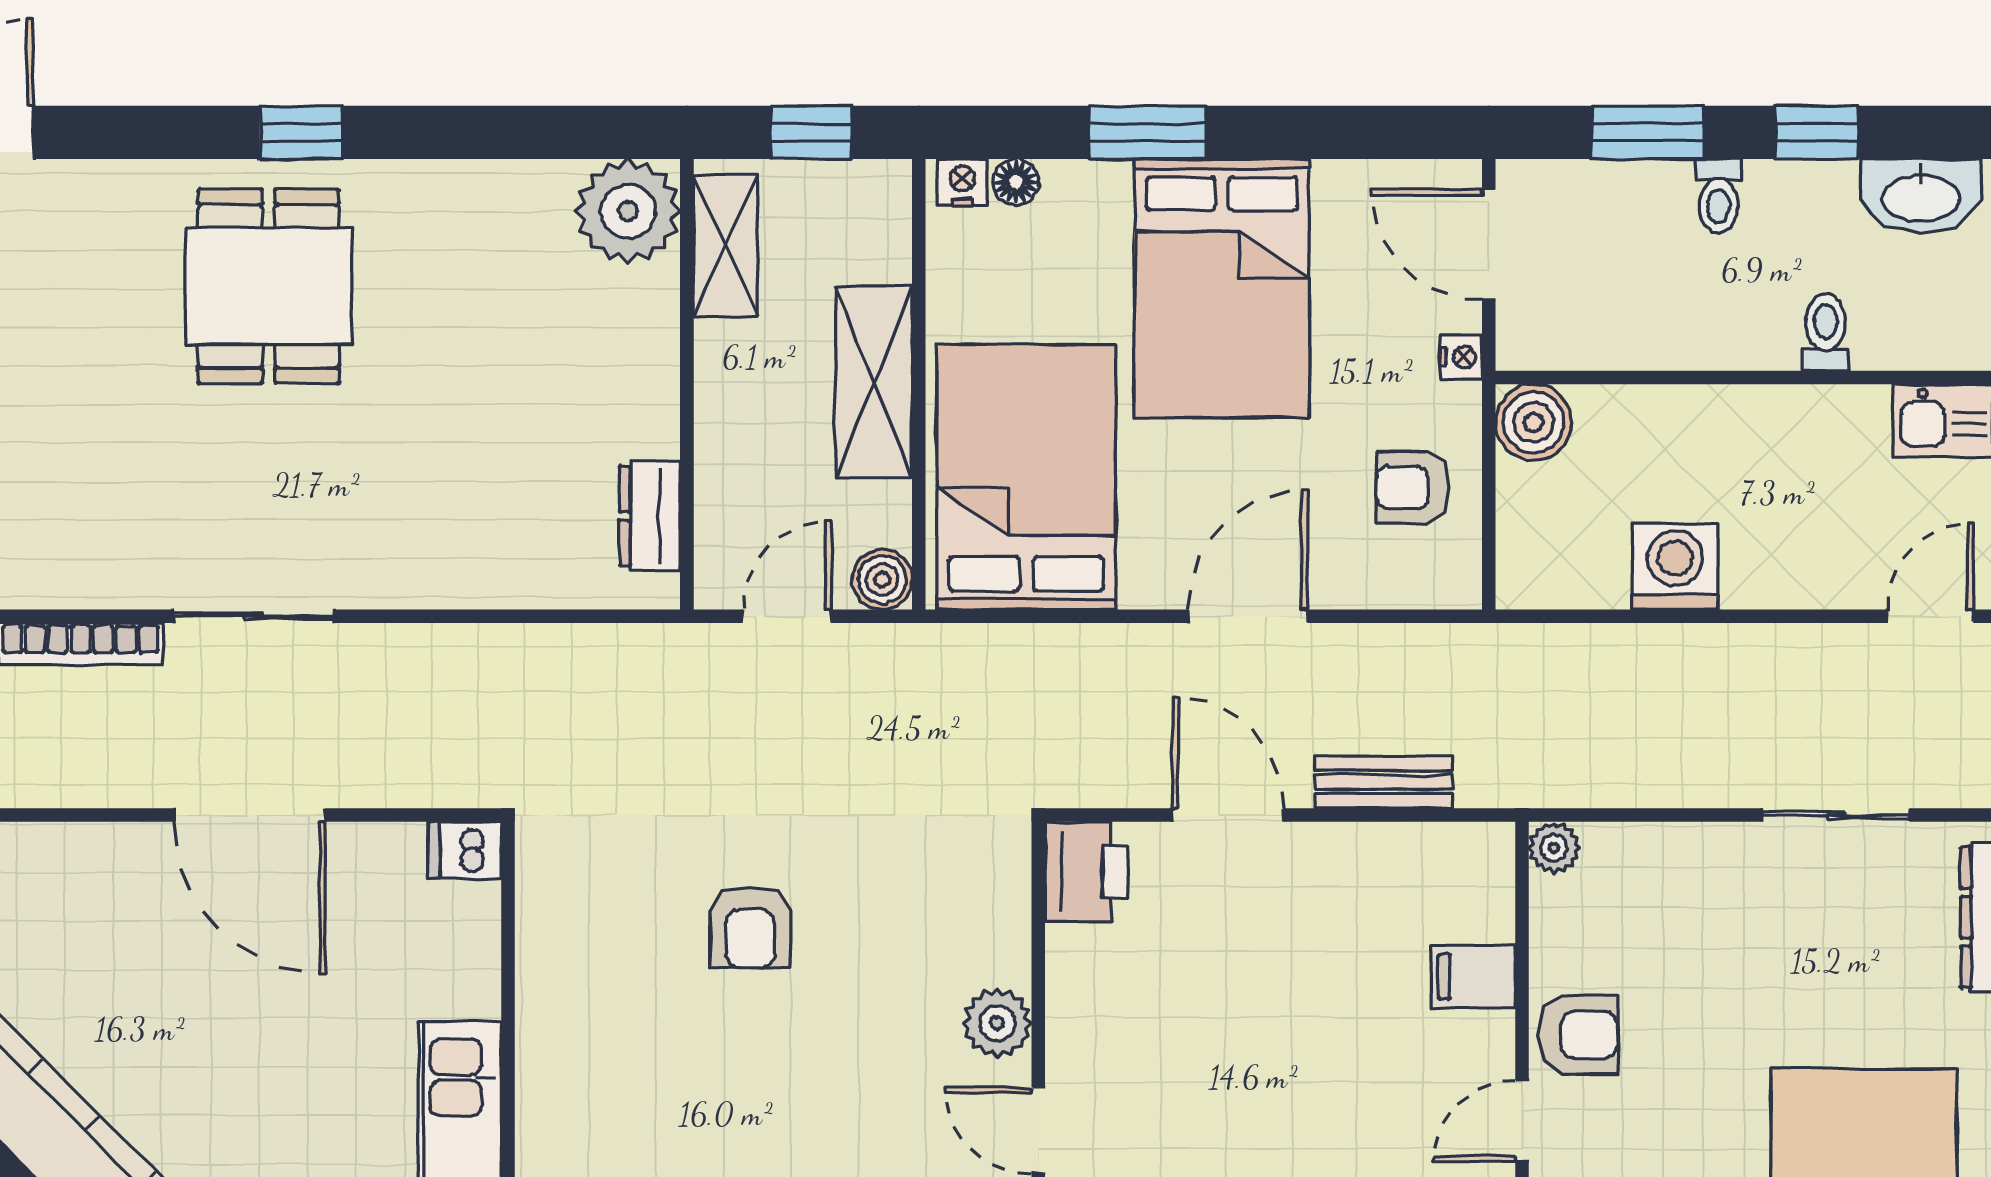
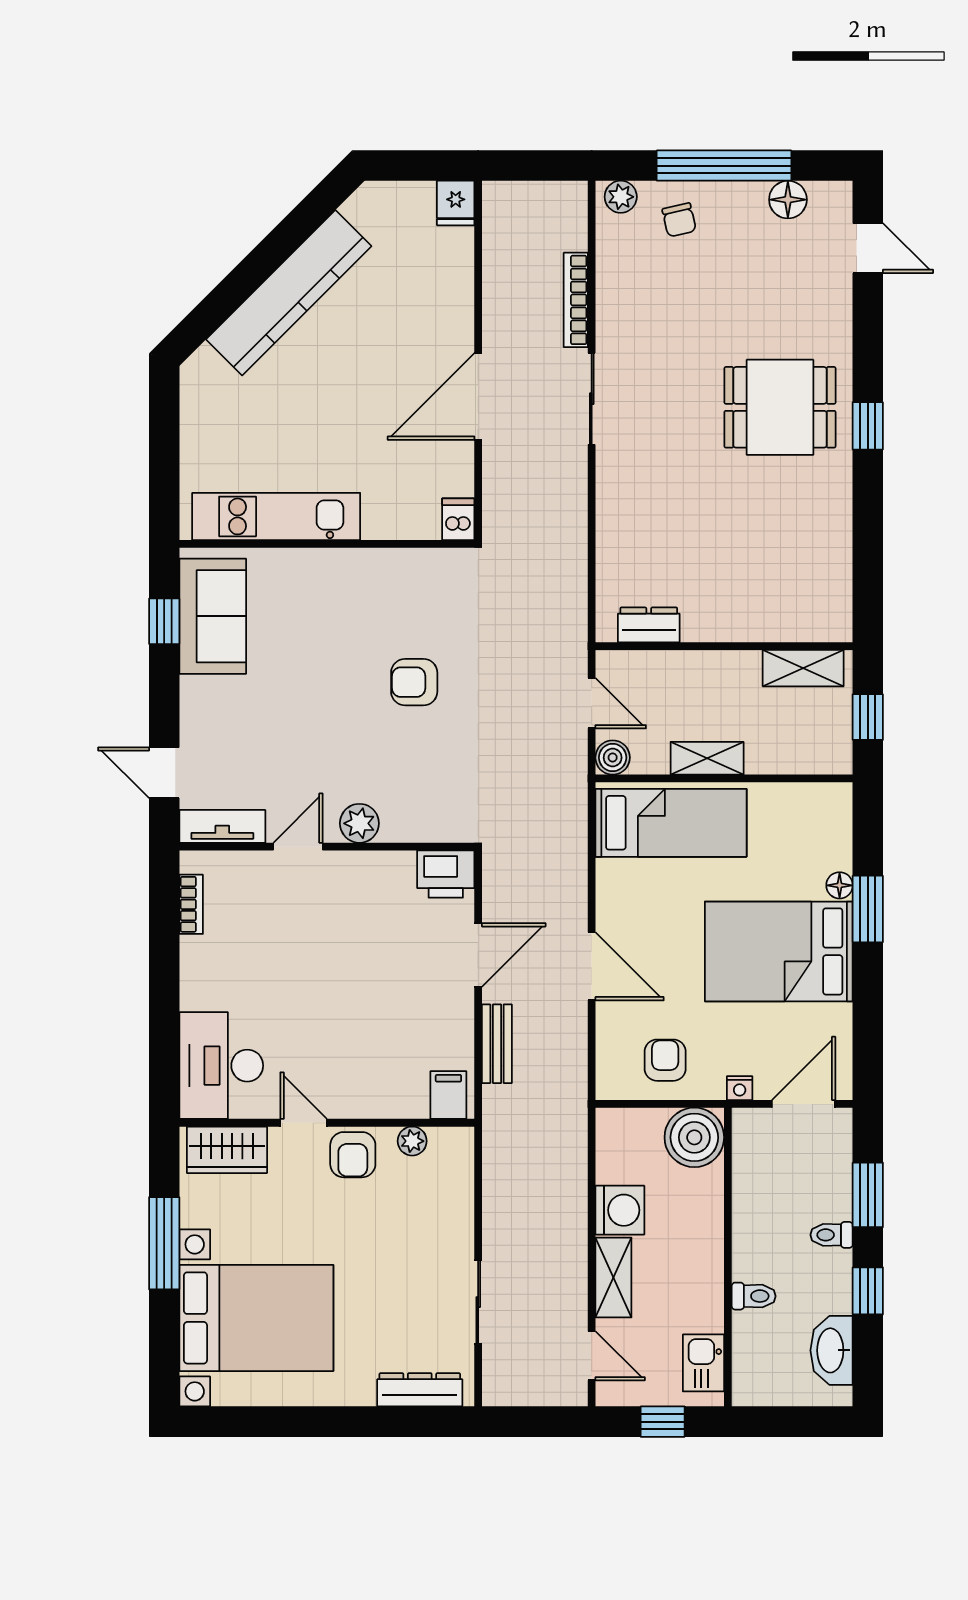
nightstand: (962, 182) -> (839, 803), removed
floor lamp: (1016, 182) -> (840, 885), moved
plant: (628, 211) -> (823, 613), removed
shelving: (874, 382) -> (707, 758), width x0.67, depth x0.75
boiler: (1534, 422) -> (694, 1137), width x1.37, depth x1.37
bed: (1026, 477) -> (671, 823), width x0.67
shelving: (1793, 578) -> (613, 1278), added
plant: (1554, 848) -> (412, 1141), moved
filing cabinet: (1473, 977) -> (448, 1095), moved

